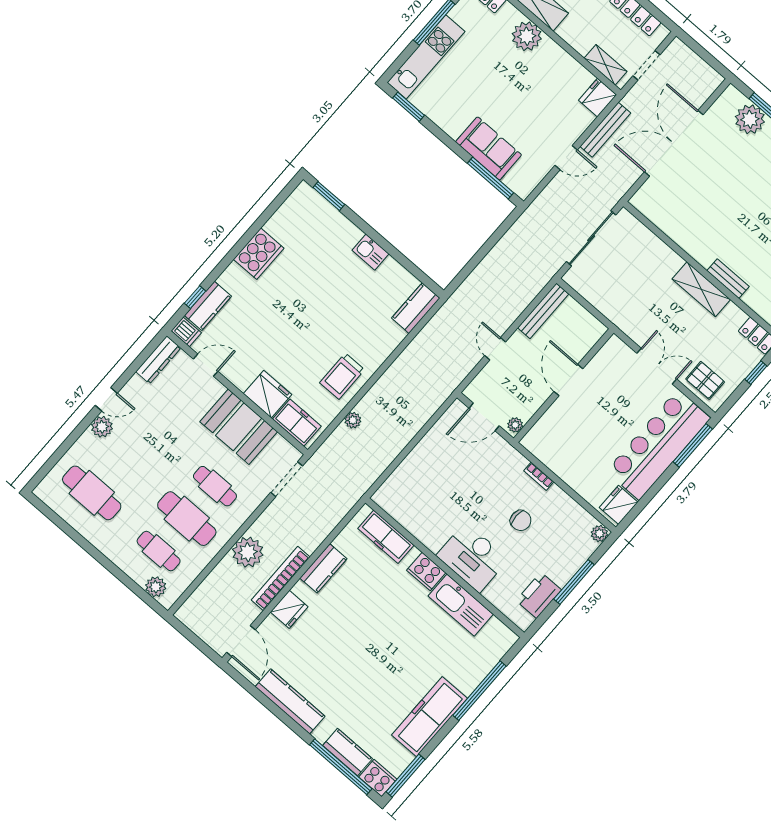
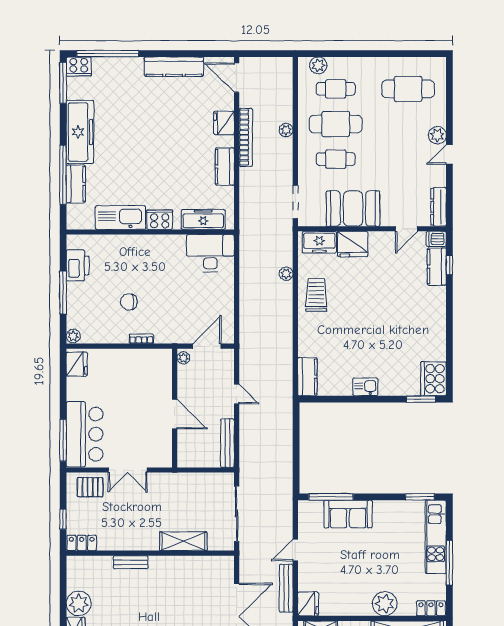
cooker: (259, 254) -> (433, 379), moved
shelving: (701, 289) -> (183, 541), moved
bar counter: (658, 445) -> (85, 434), width x0.73
plant: (248, 552) -> (286, 130), width x0.53, depth x0.53
desk: (472, 557) -> (210, 253), moved
kitchen counter: (348, 752) -> (76, 184), moved, turned -90

